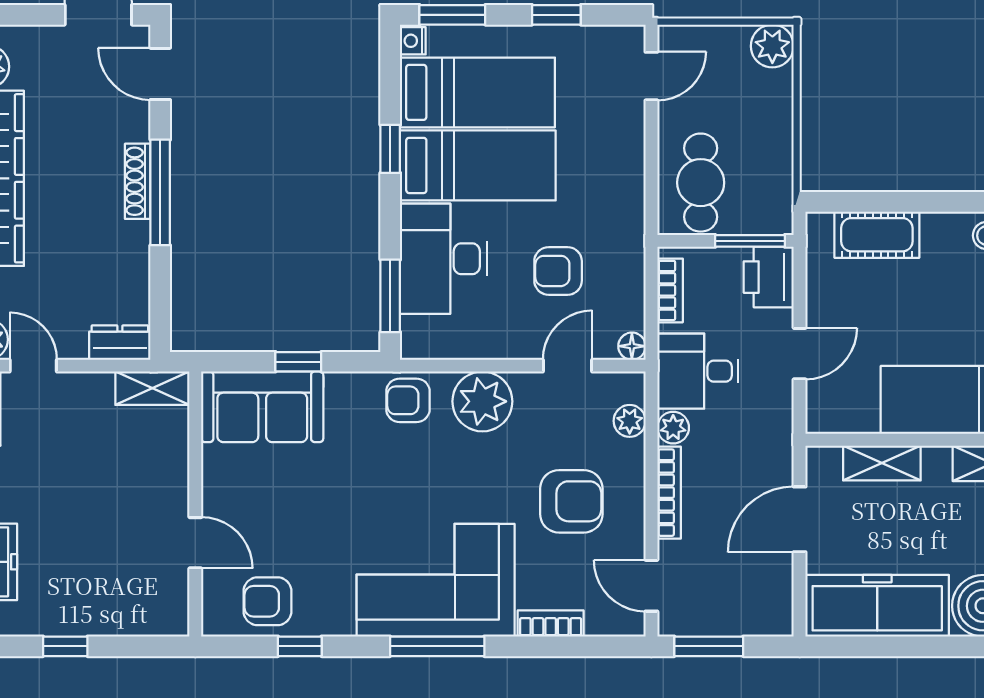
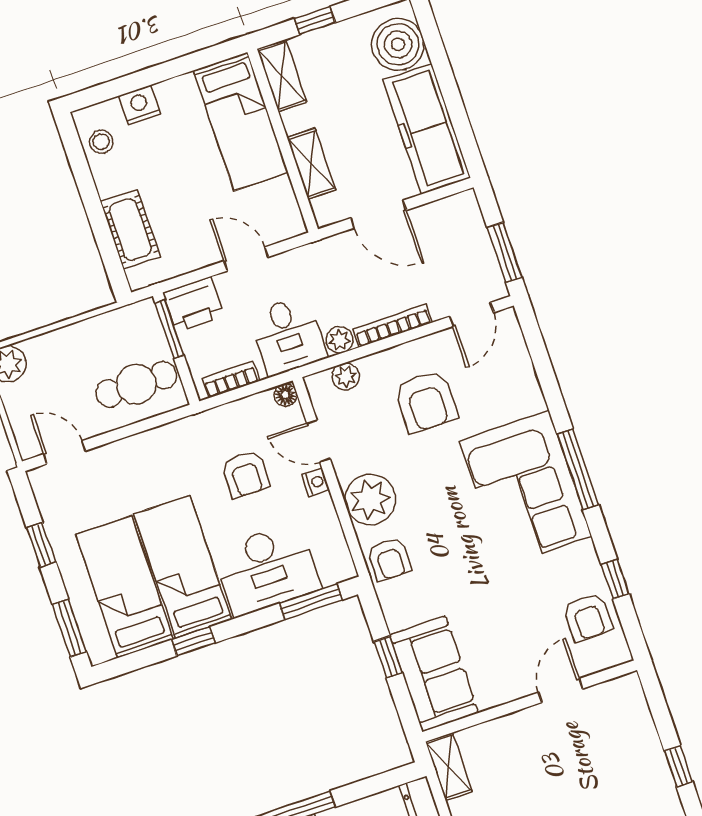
nightstand: (413, 41) -> (316, 482), moved, turned -90
armchair: (571, 501) -> (426, 401), turned 180
bookcase: (551, 623) -> (529, 385), removed

